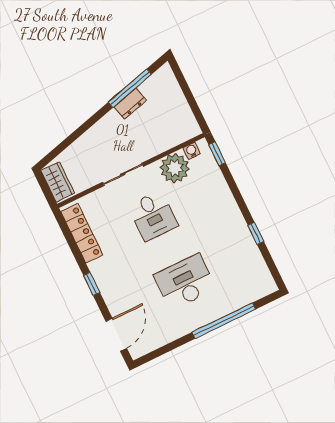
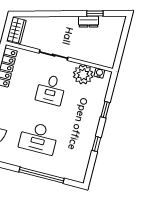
window: (130, 88) -> (95, 13), width x0.46
window: (217, 154) -> (105, 110), moved
desk: (185, 282) -> (38, 138), turned 180

